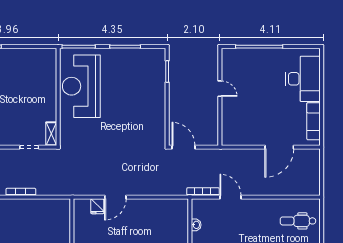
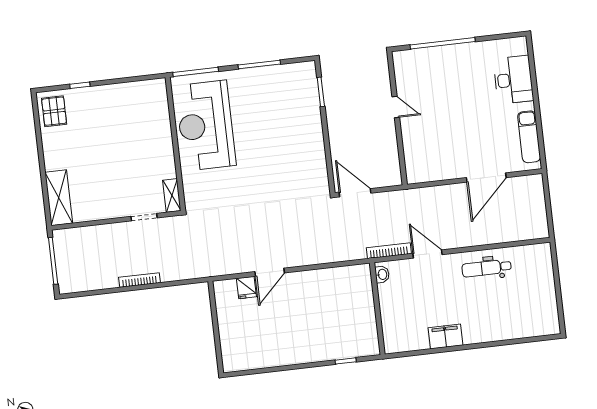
desk: (303, 79) -> (513, 80), width x0.73, depth x0.77
dental chair: (298, 221) -> (487, 268), moved
washbasin: (196, 225) -> (382, 274), moved

